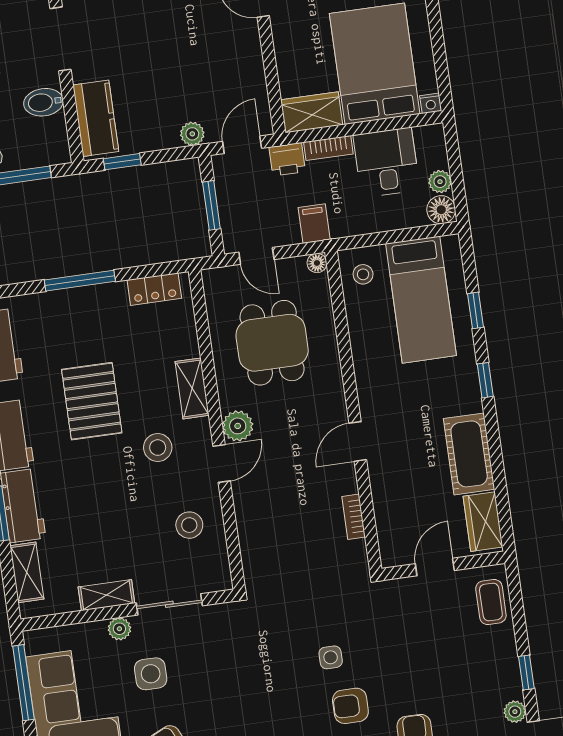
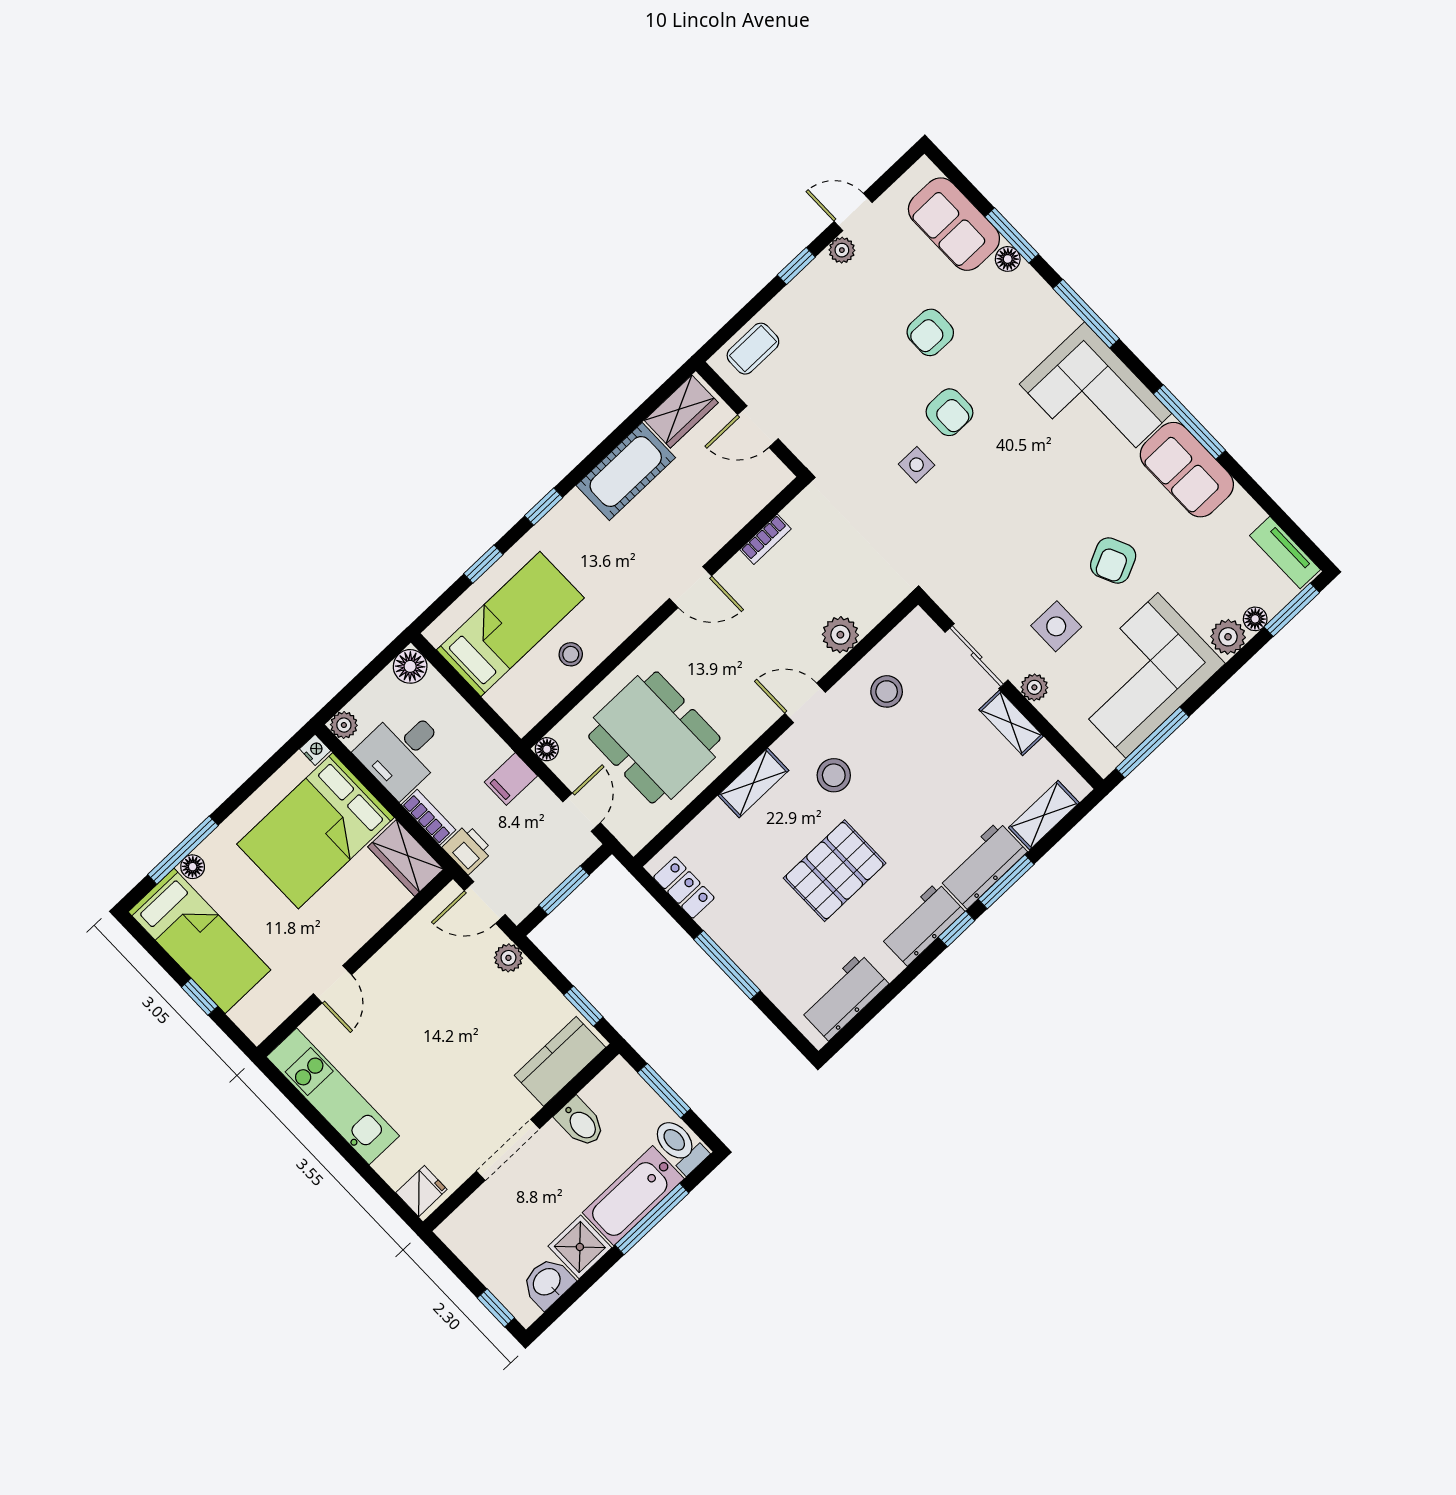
plant: (440, 182) -> (344, 725), moved
stool: (363, 274) -> (571, 654), moved
dining table: (272, 343) -> (654, 737), width x1.37
plant: (238, 426) -> (840, 635), moved

